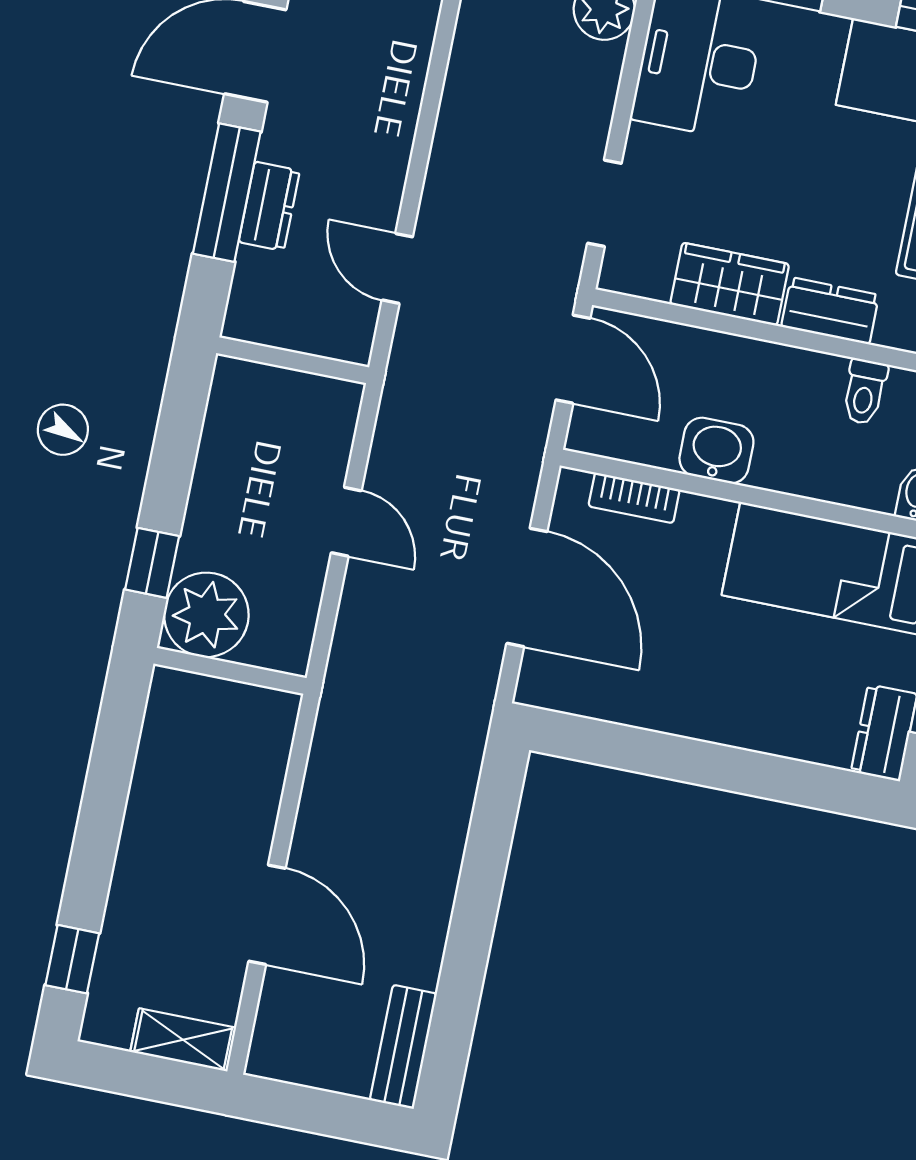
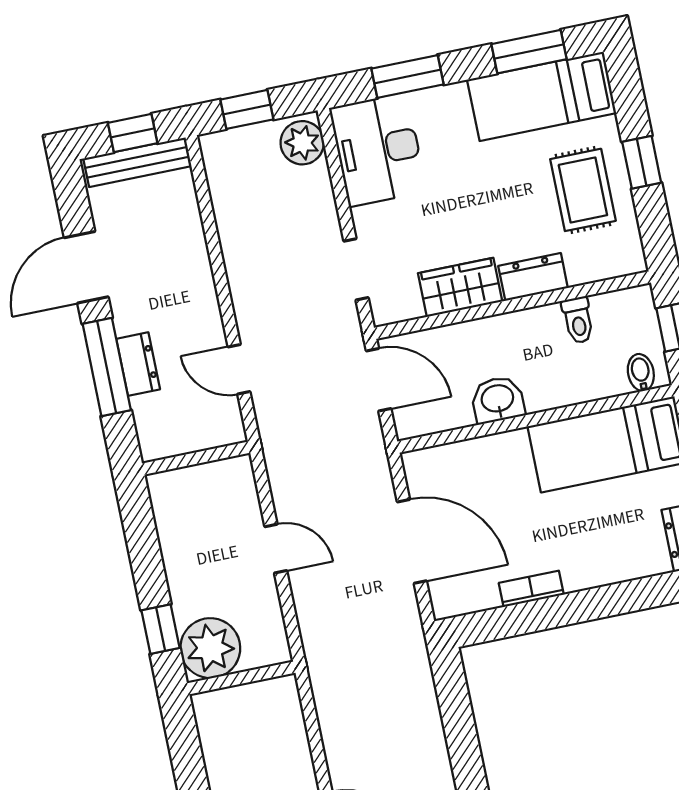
bookcase: (634, 498) -> (531, 589), moved, turned 180

